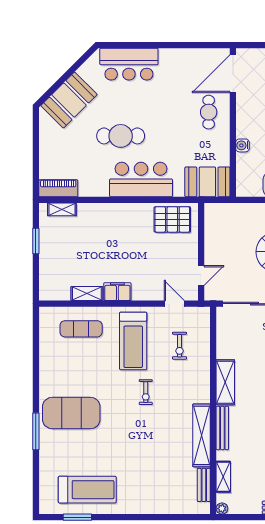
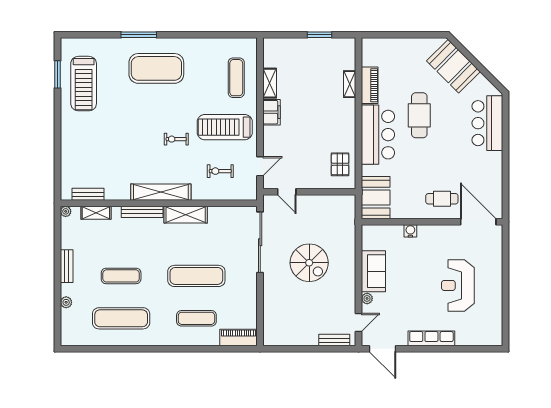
piano: (58, 188) -> (370, 85), moved
shelving: (62, 209) -> (350, 84), moved
pallet: (172, 219) -> (340, 164), width x0.67, depth x0.71
exercise mat: (71, 413) -> (156, 68), turned 90
shelving: (202, 435) -> (161, 192), moved

